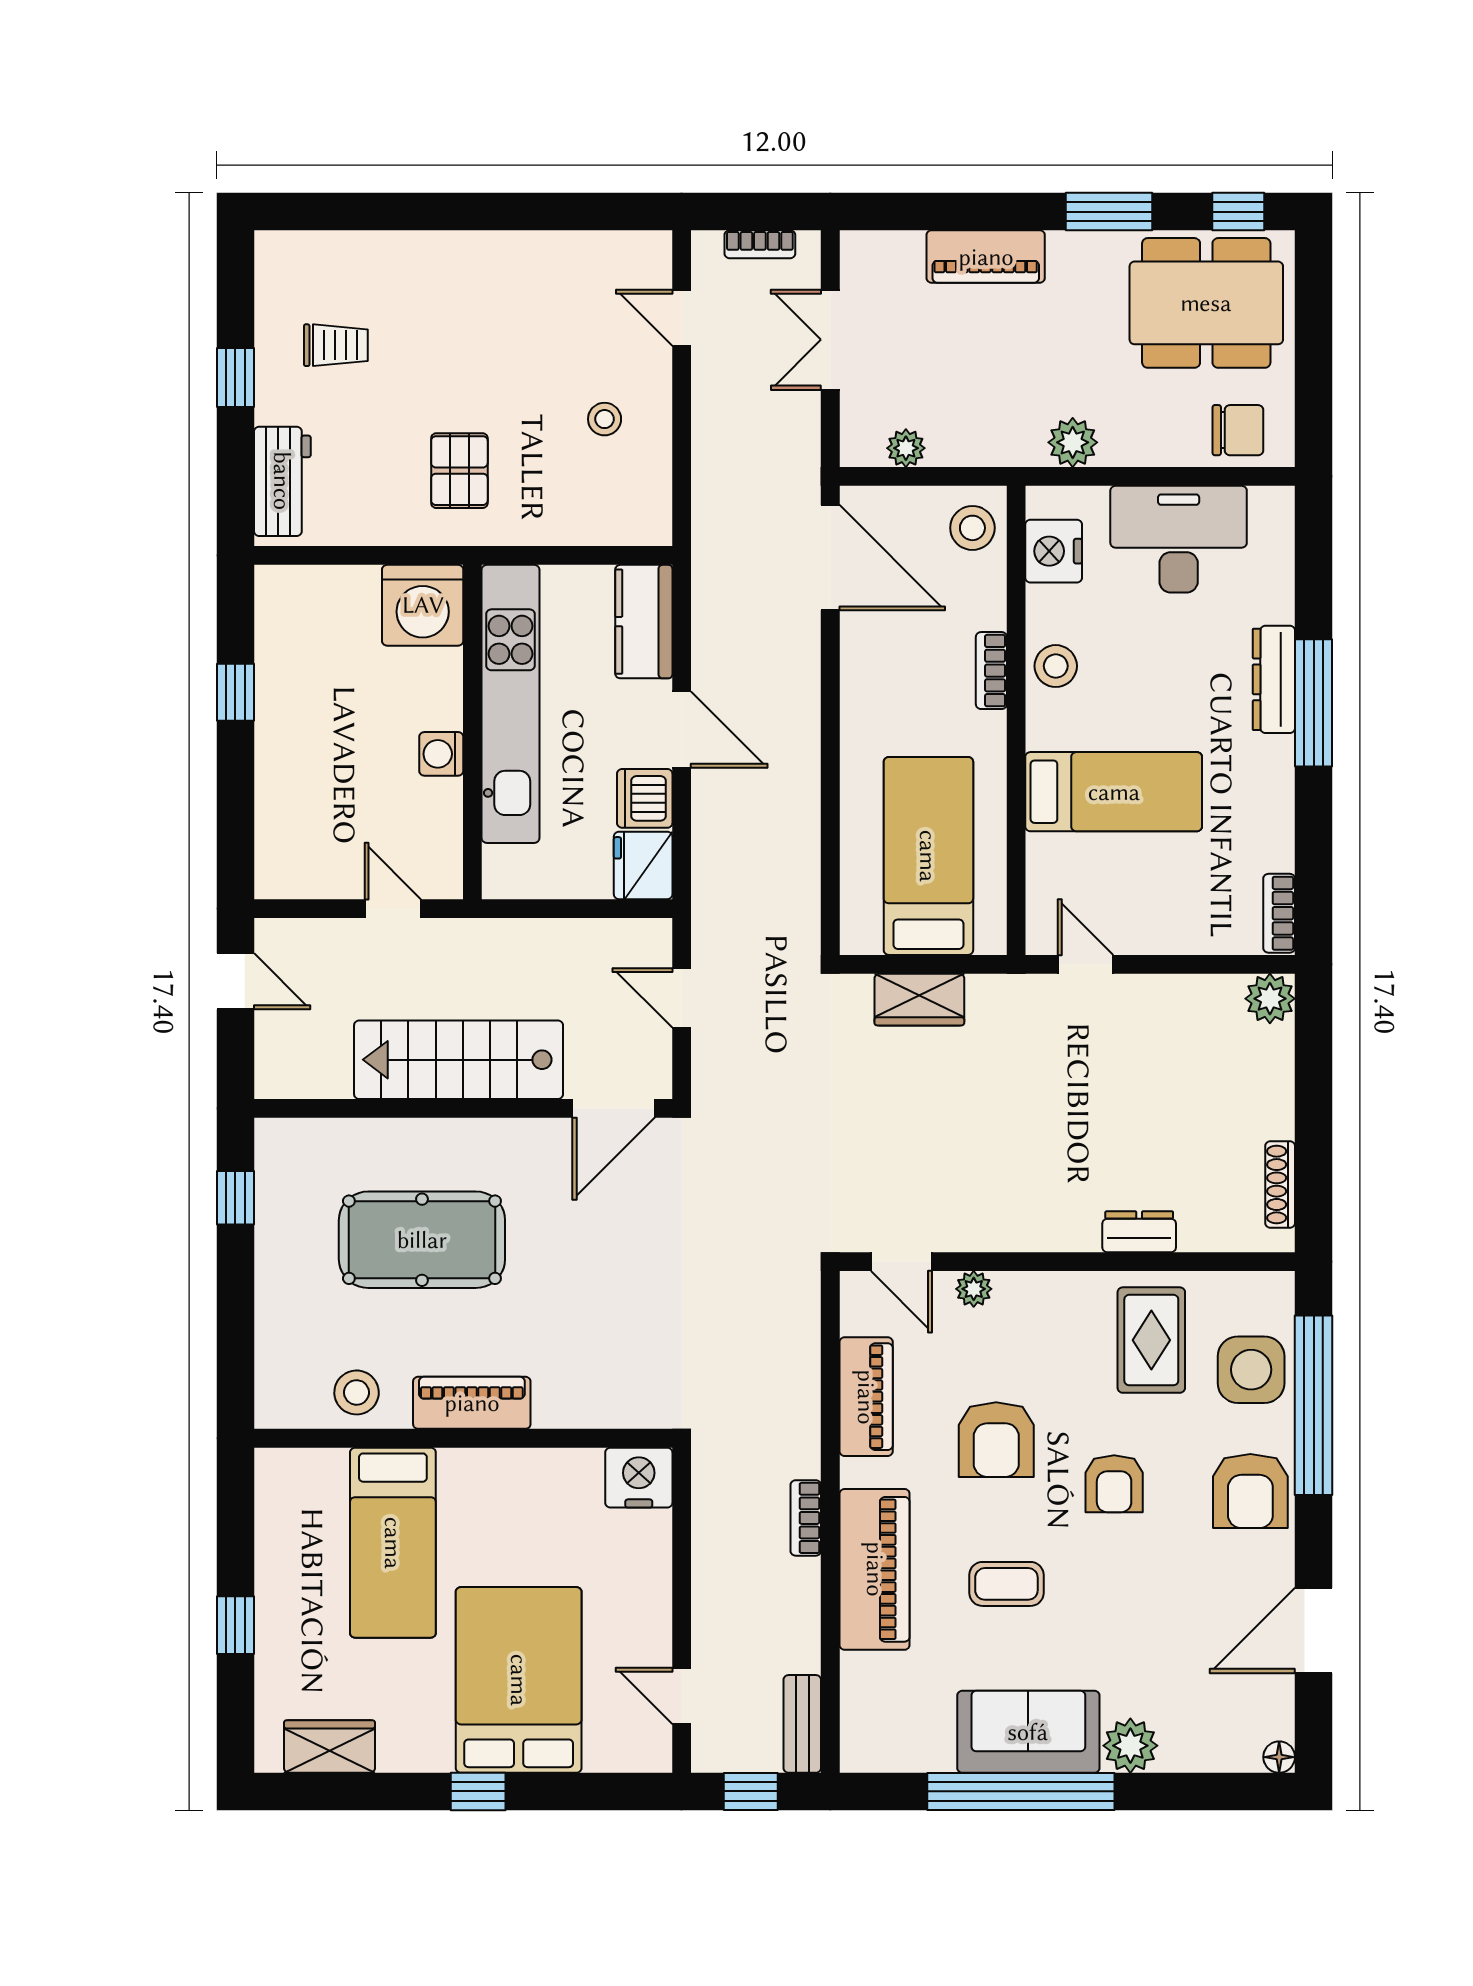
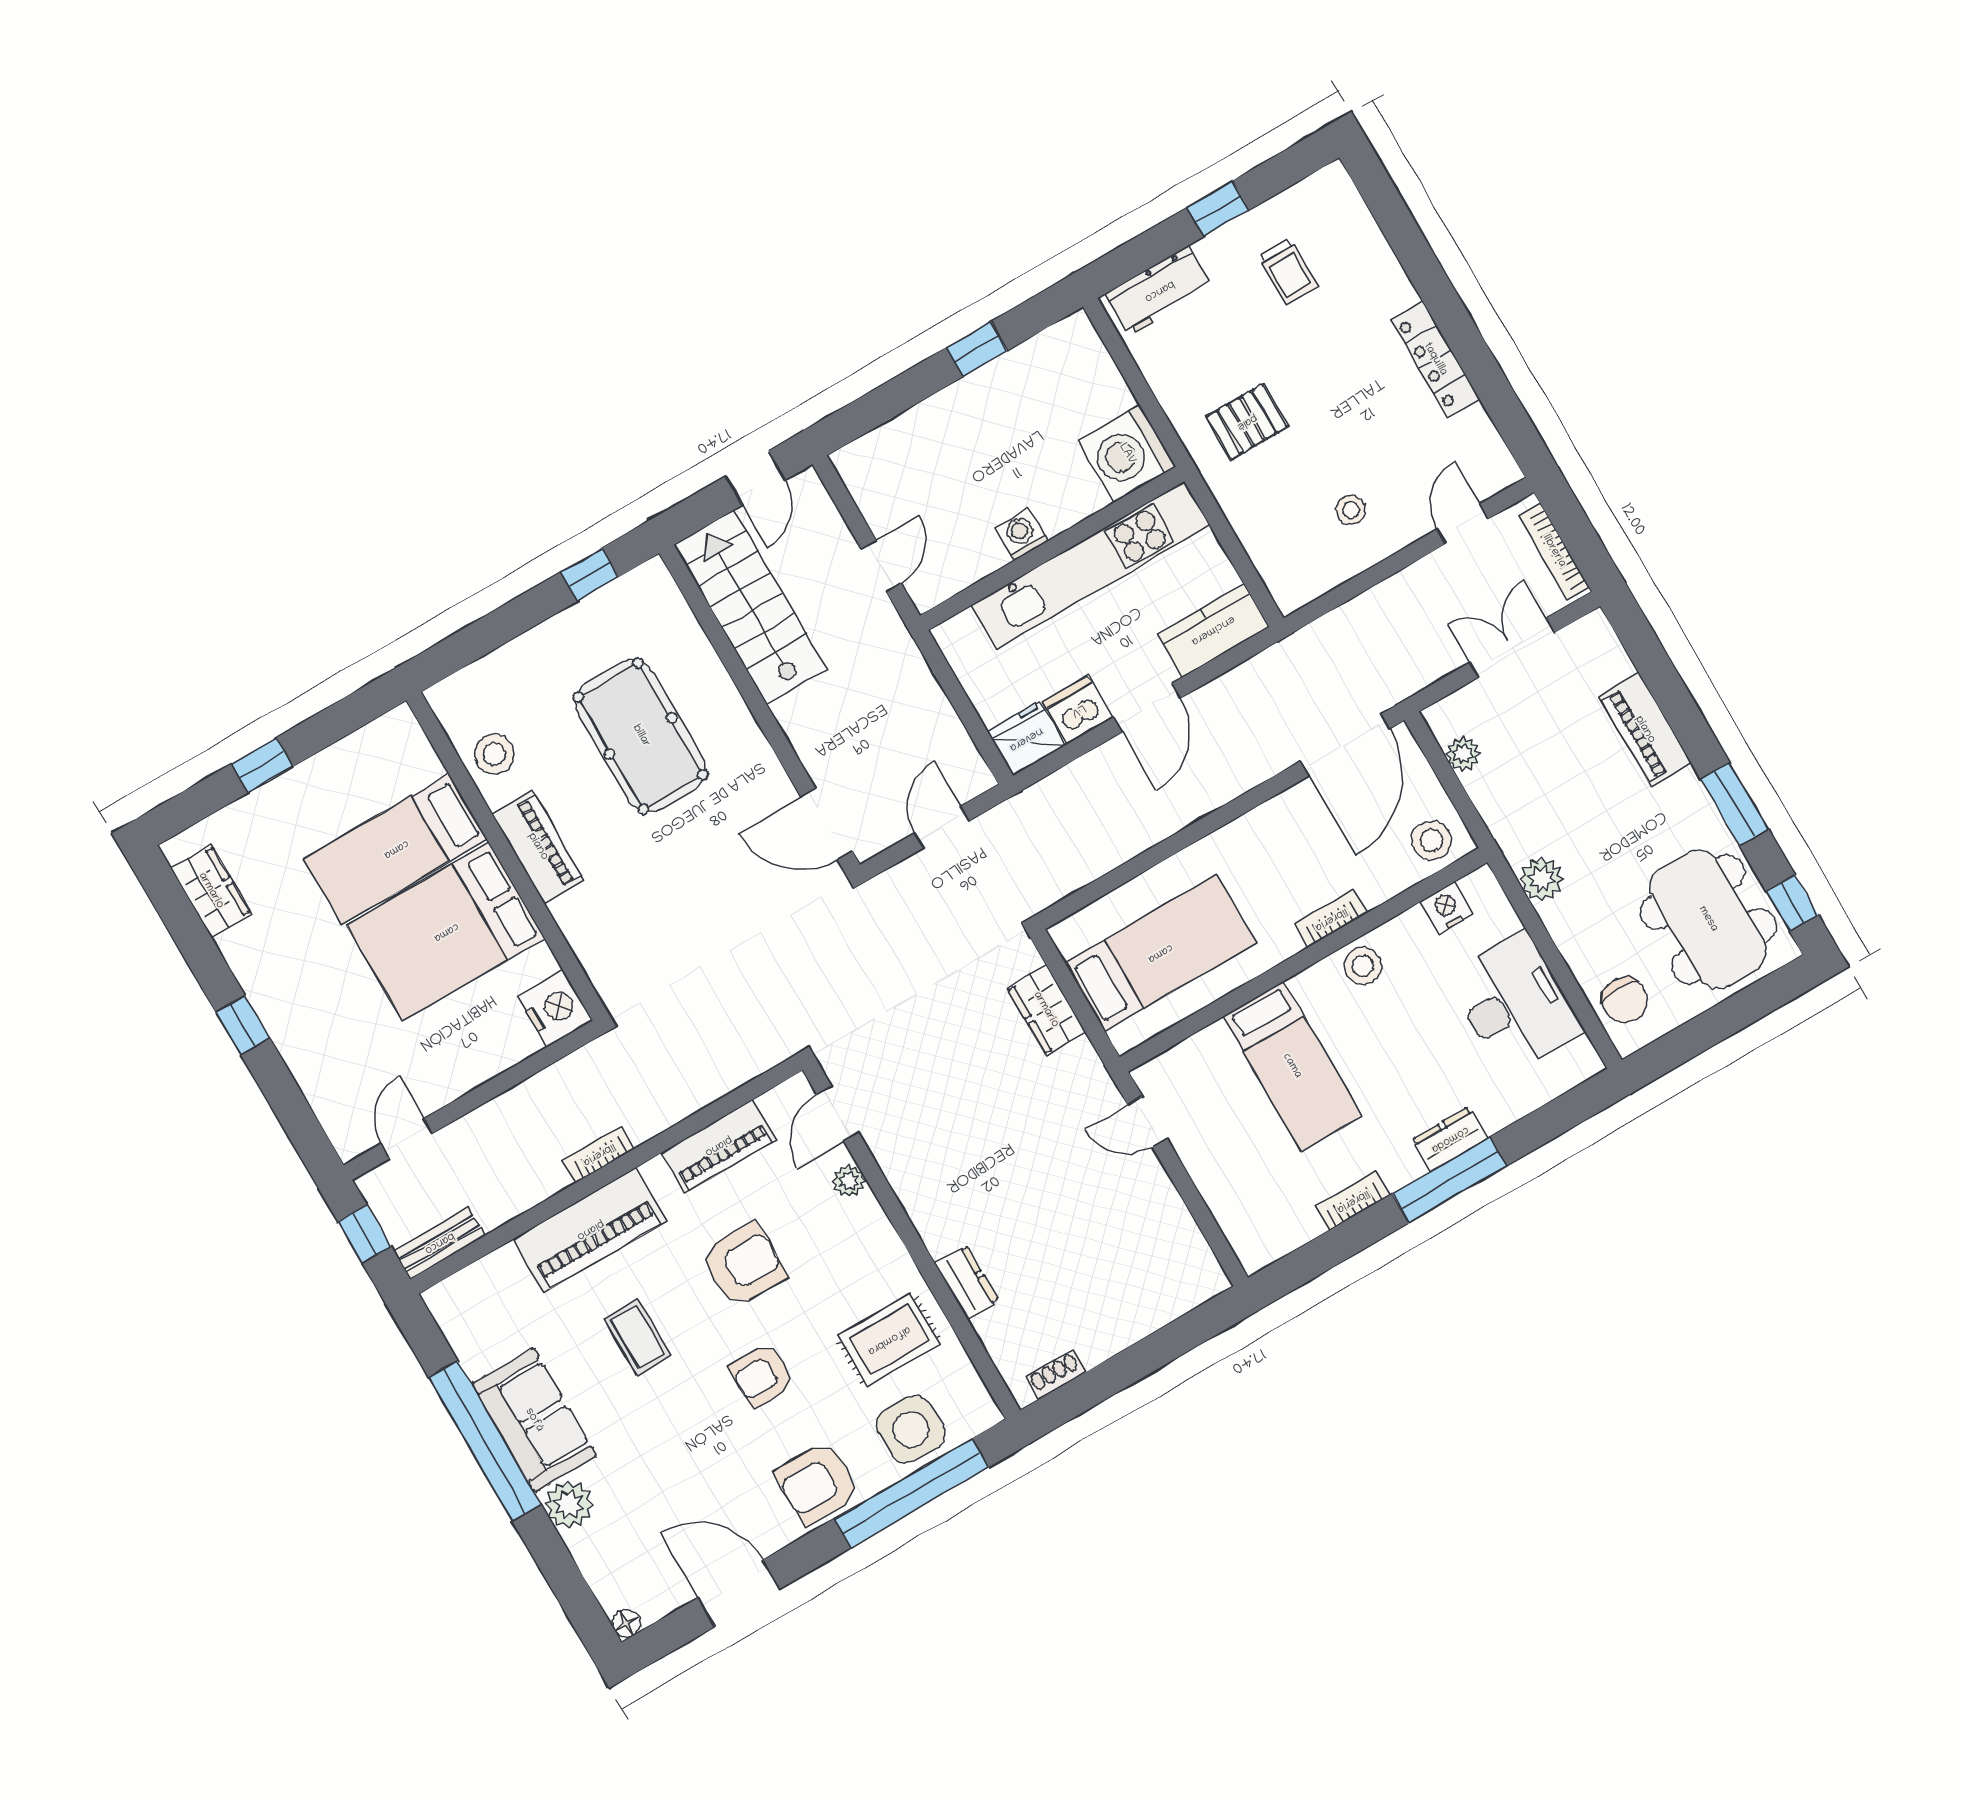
bookcase: (760, 244) -> (1554, 551), width x1.56
locker: (505, 251) -> (1435, 359), added
nightstand: (1054, 551) -> (1447, 908), width x0.74, depth x0.75
dresser: (1274, 679) -> (1450, 1139), width x0.70
bookcase: (1279, 913) -> (1353, 1201), moved
door: (1086, 964) -> (1147, 1122), swing flipped
plant: (1270, 999) -> (1204, 1278), removed
stairs: (459, 1060) -> (750, 607), moved
shoe rack: (1280, 1185) -> (1056, 1375), width x0.70
armchair: (996, 1440) -> (744, 1265), turned 180
bed: (519, 1680) -> (446, 932), moved, turned 180

